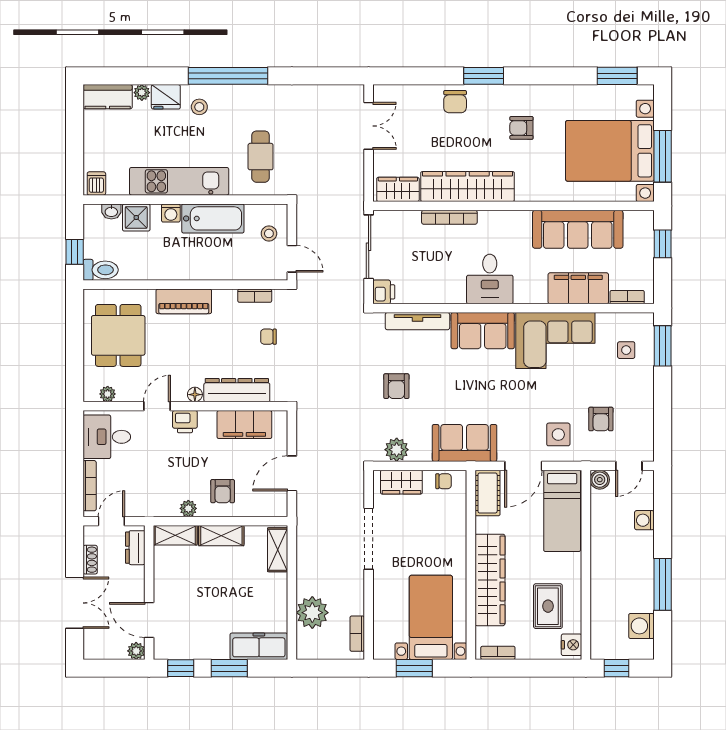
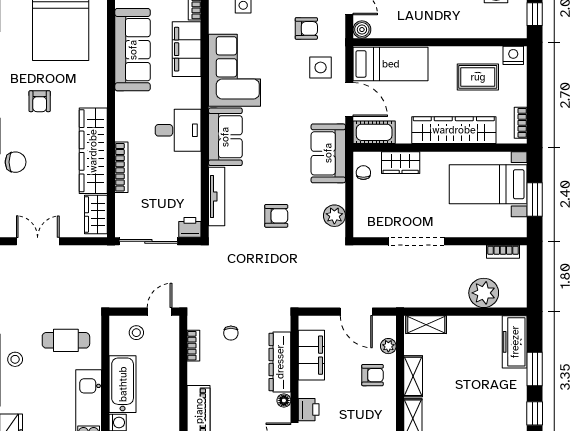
stool: (199, 107) -> (15, 359), moved
wardrobe: (401, 482) -> (401, 163), moved, turned 90
plant: (188, 508) -> (388, 346), moved

